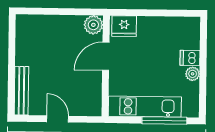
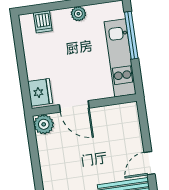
dishwasher: (190, 58) -> (43, 22), moved
door: (58, 119) -> (149, 163), moved

